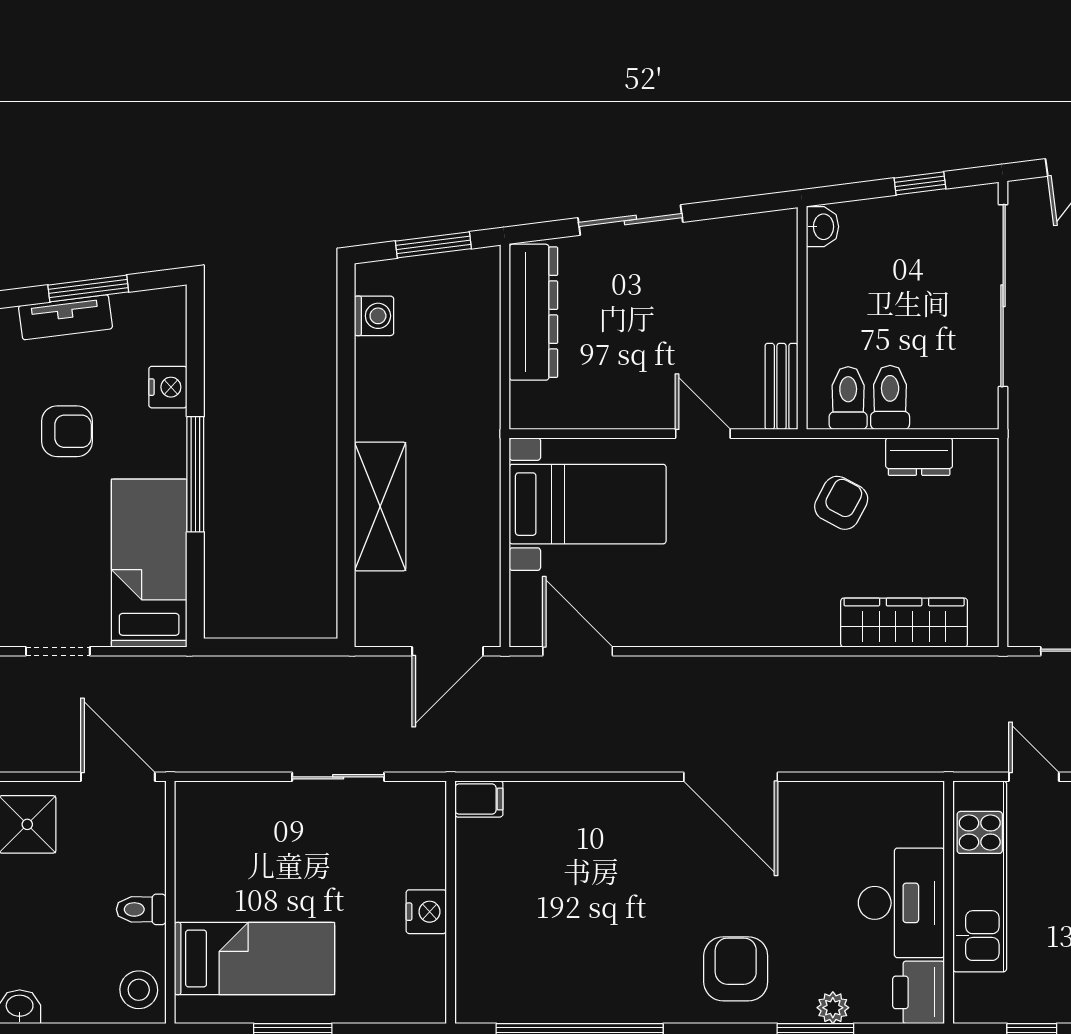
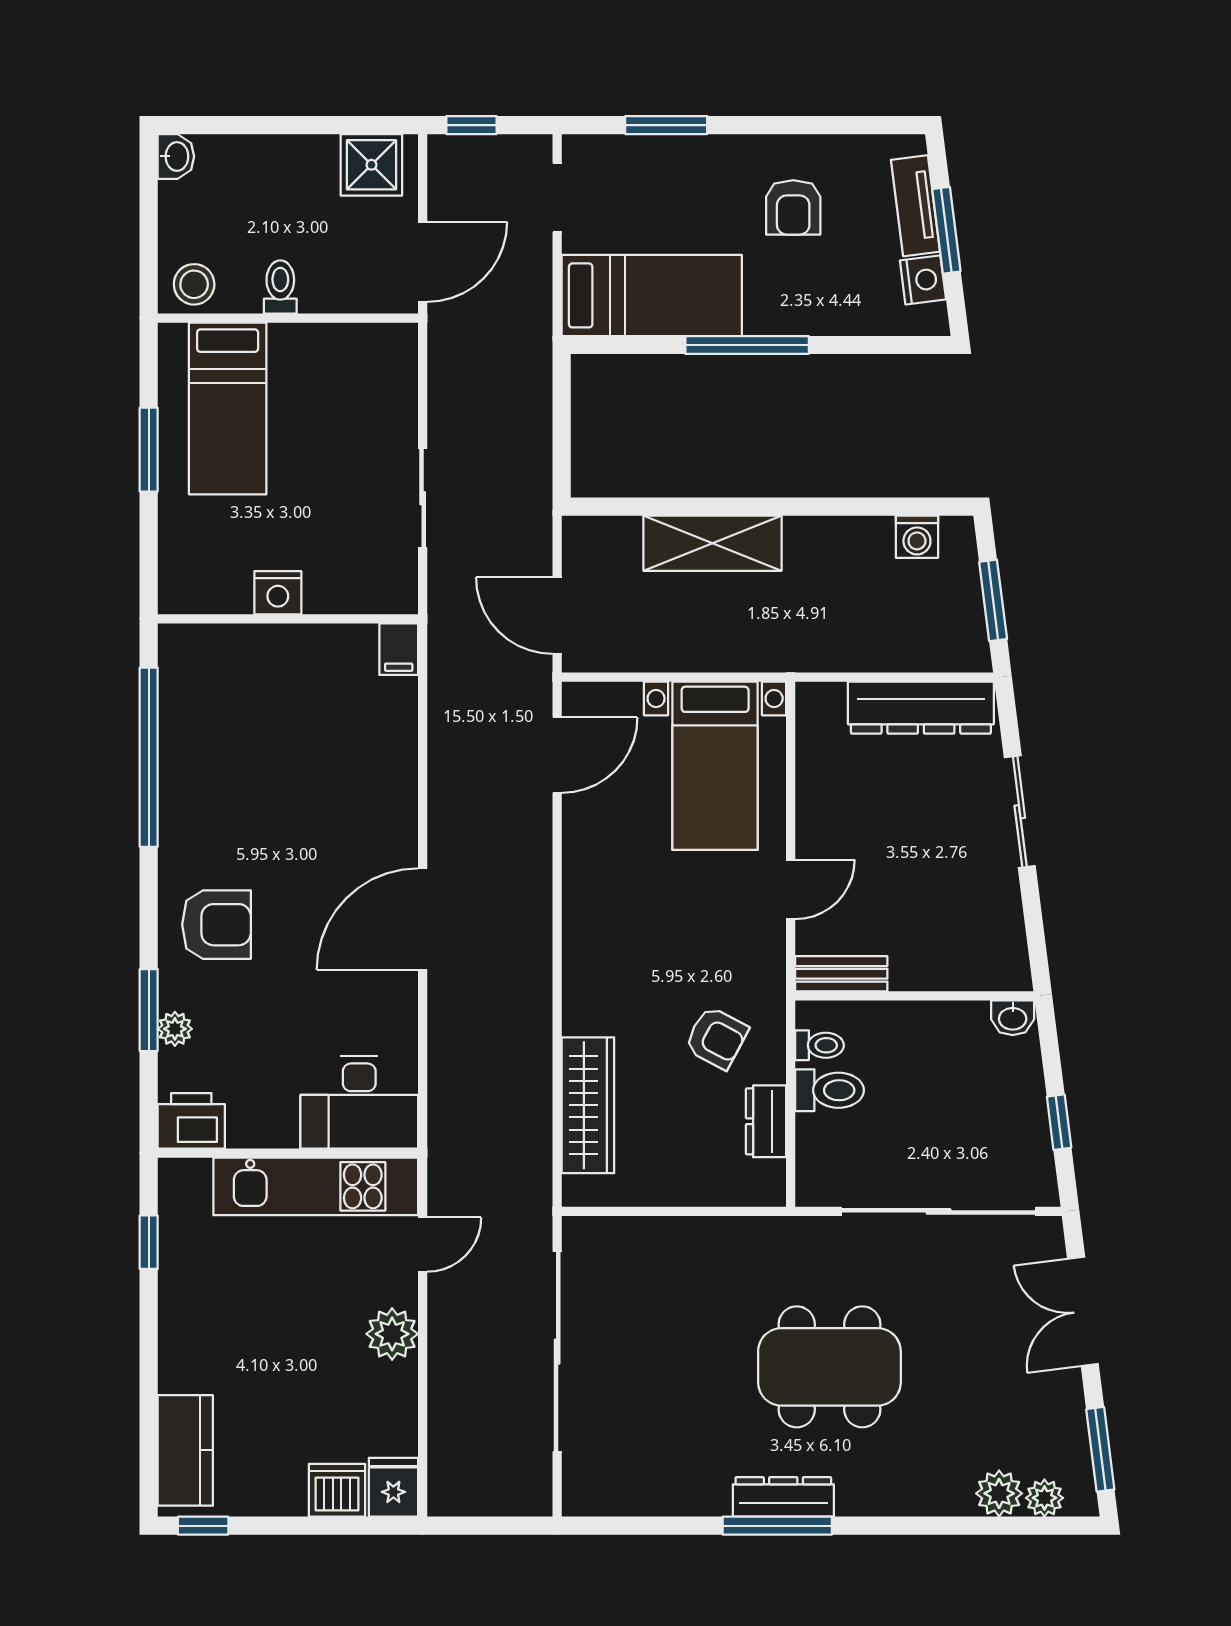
nightstand: (168, 387) -> (923, 280), moved, turned -97
toilet: (848, 398) -> (819, 1045), width x0.73, depth x0.72
desk: (901, 903) -> (359, 1102), moved

